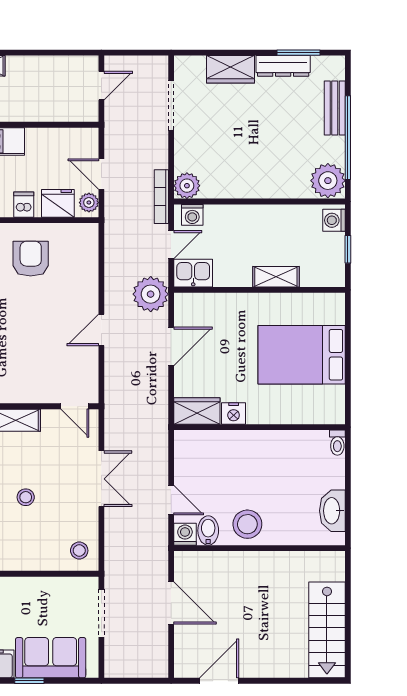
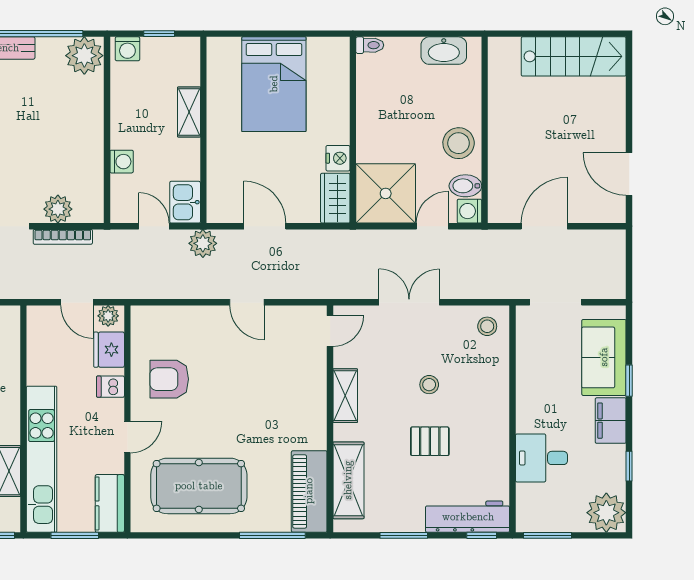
door: (101, 174) -> (77, 302), hinge flipped
plant: (187, 186) -> (58, 209), moved
bookcase: (161, 197) -> (63, 237), moved
washing machine: (192, 215) -> (122, 162), moved
plant: (151, 294) -> (203, 243), width x0.73, depth x0.73
shower: (201, 457) -> (386, 193), added

